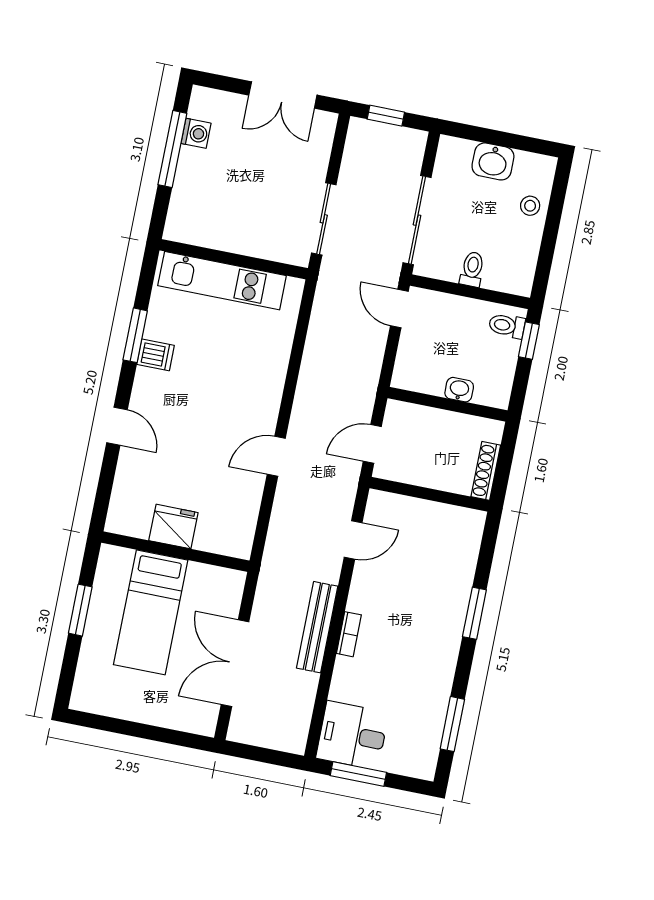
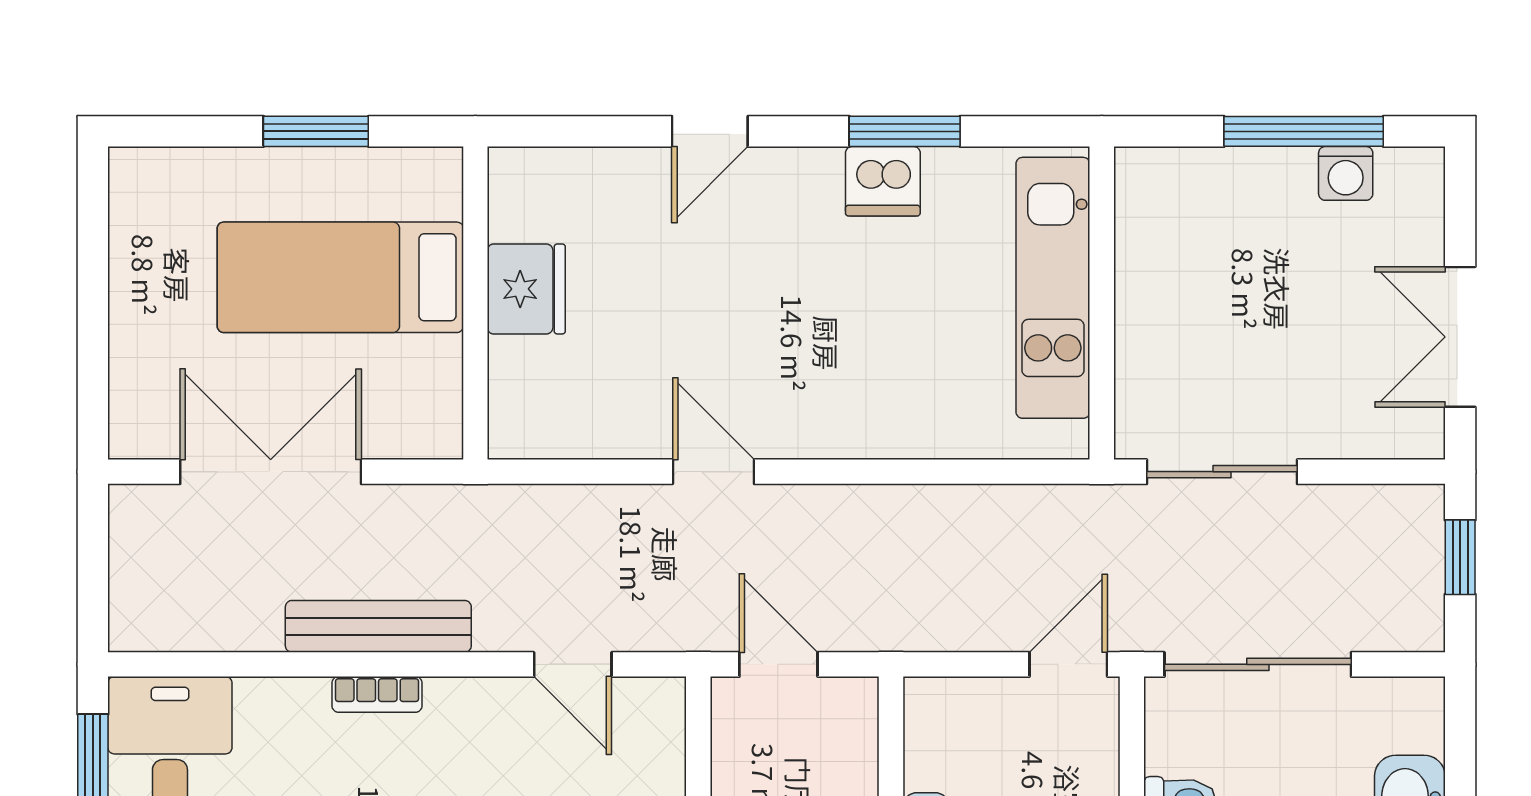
dishwasher: (156, 355) -> (883, 181), width x1.38

